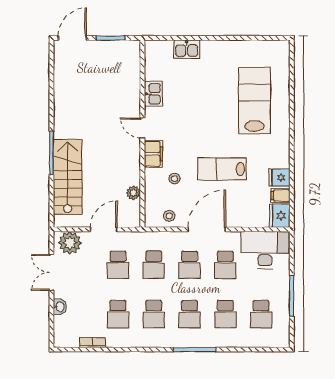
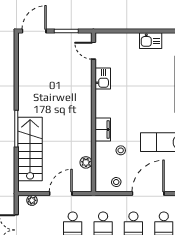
kitchen sink: (187, 49) -> (151, 41), moved
door: (142, 128) -> (93, 51), moved
plant: (70, 243) -> (32, 200), width x0.53, depth x0.53

